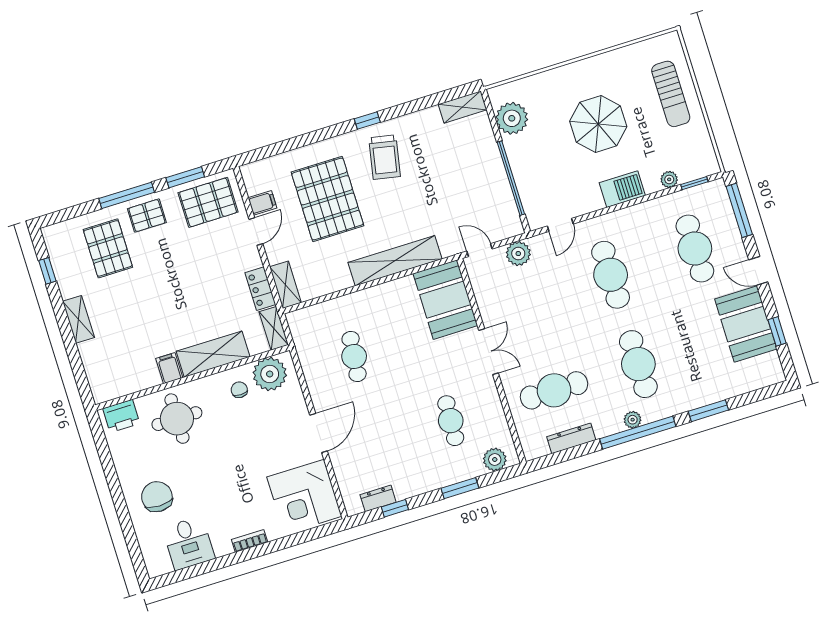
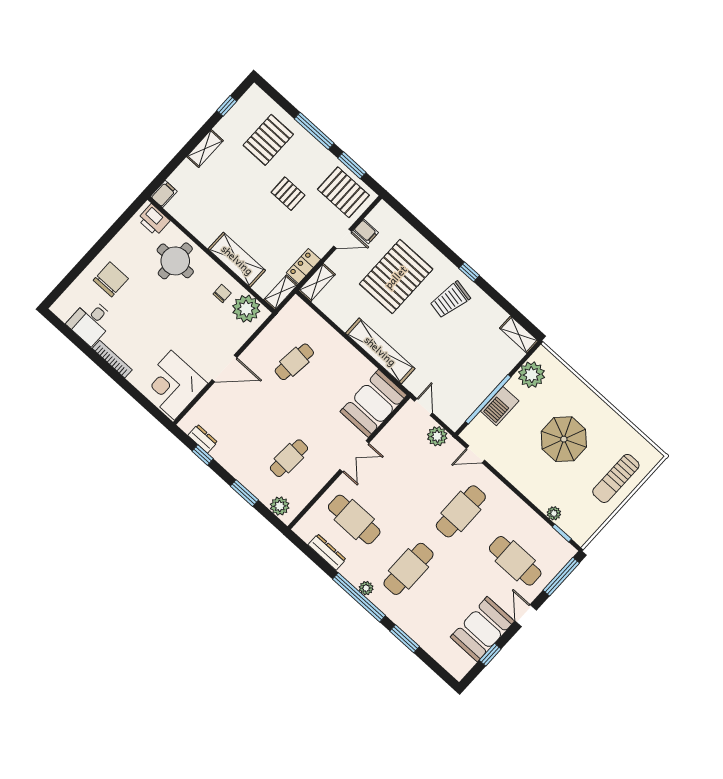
barbecue: (622, 189) -> (500, 406), moved, turned 90
pallet: (147, 216) -> (288, 194), moved
cafe table: (695, 249) -> (515, 561), turned 90
filing cabinet: (169, 368) -> (164, 194), moved
bookcase: (250, 541) -> (112, 359), width x1.56

